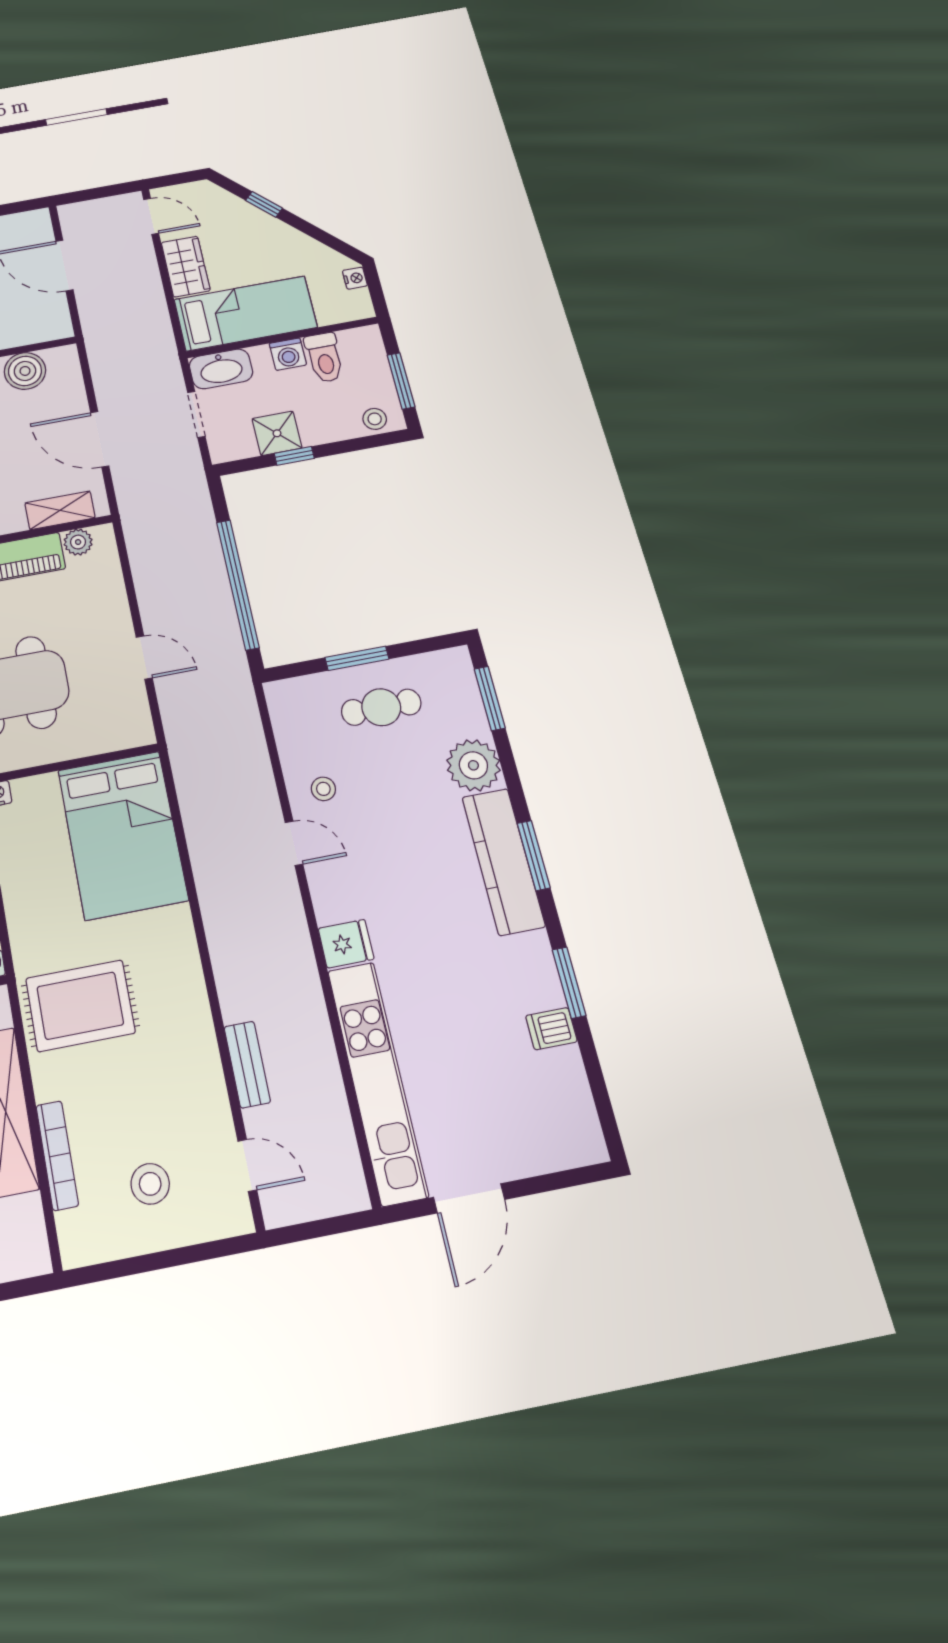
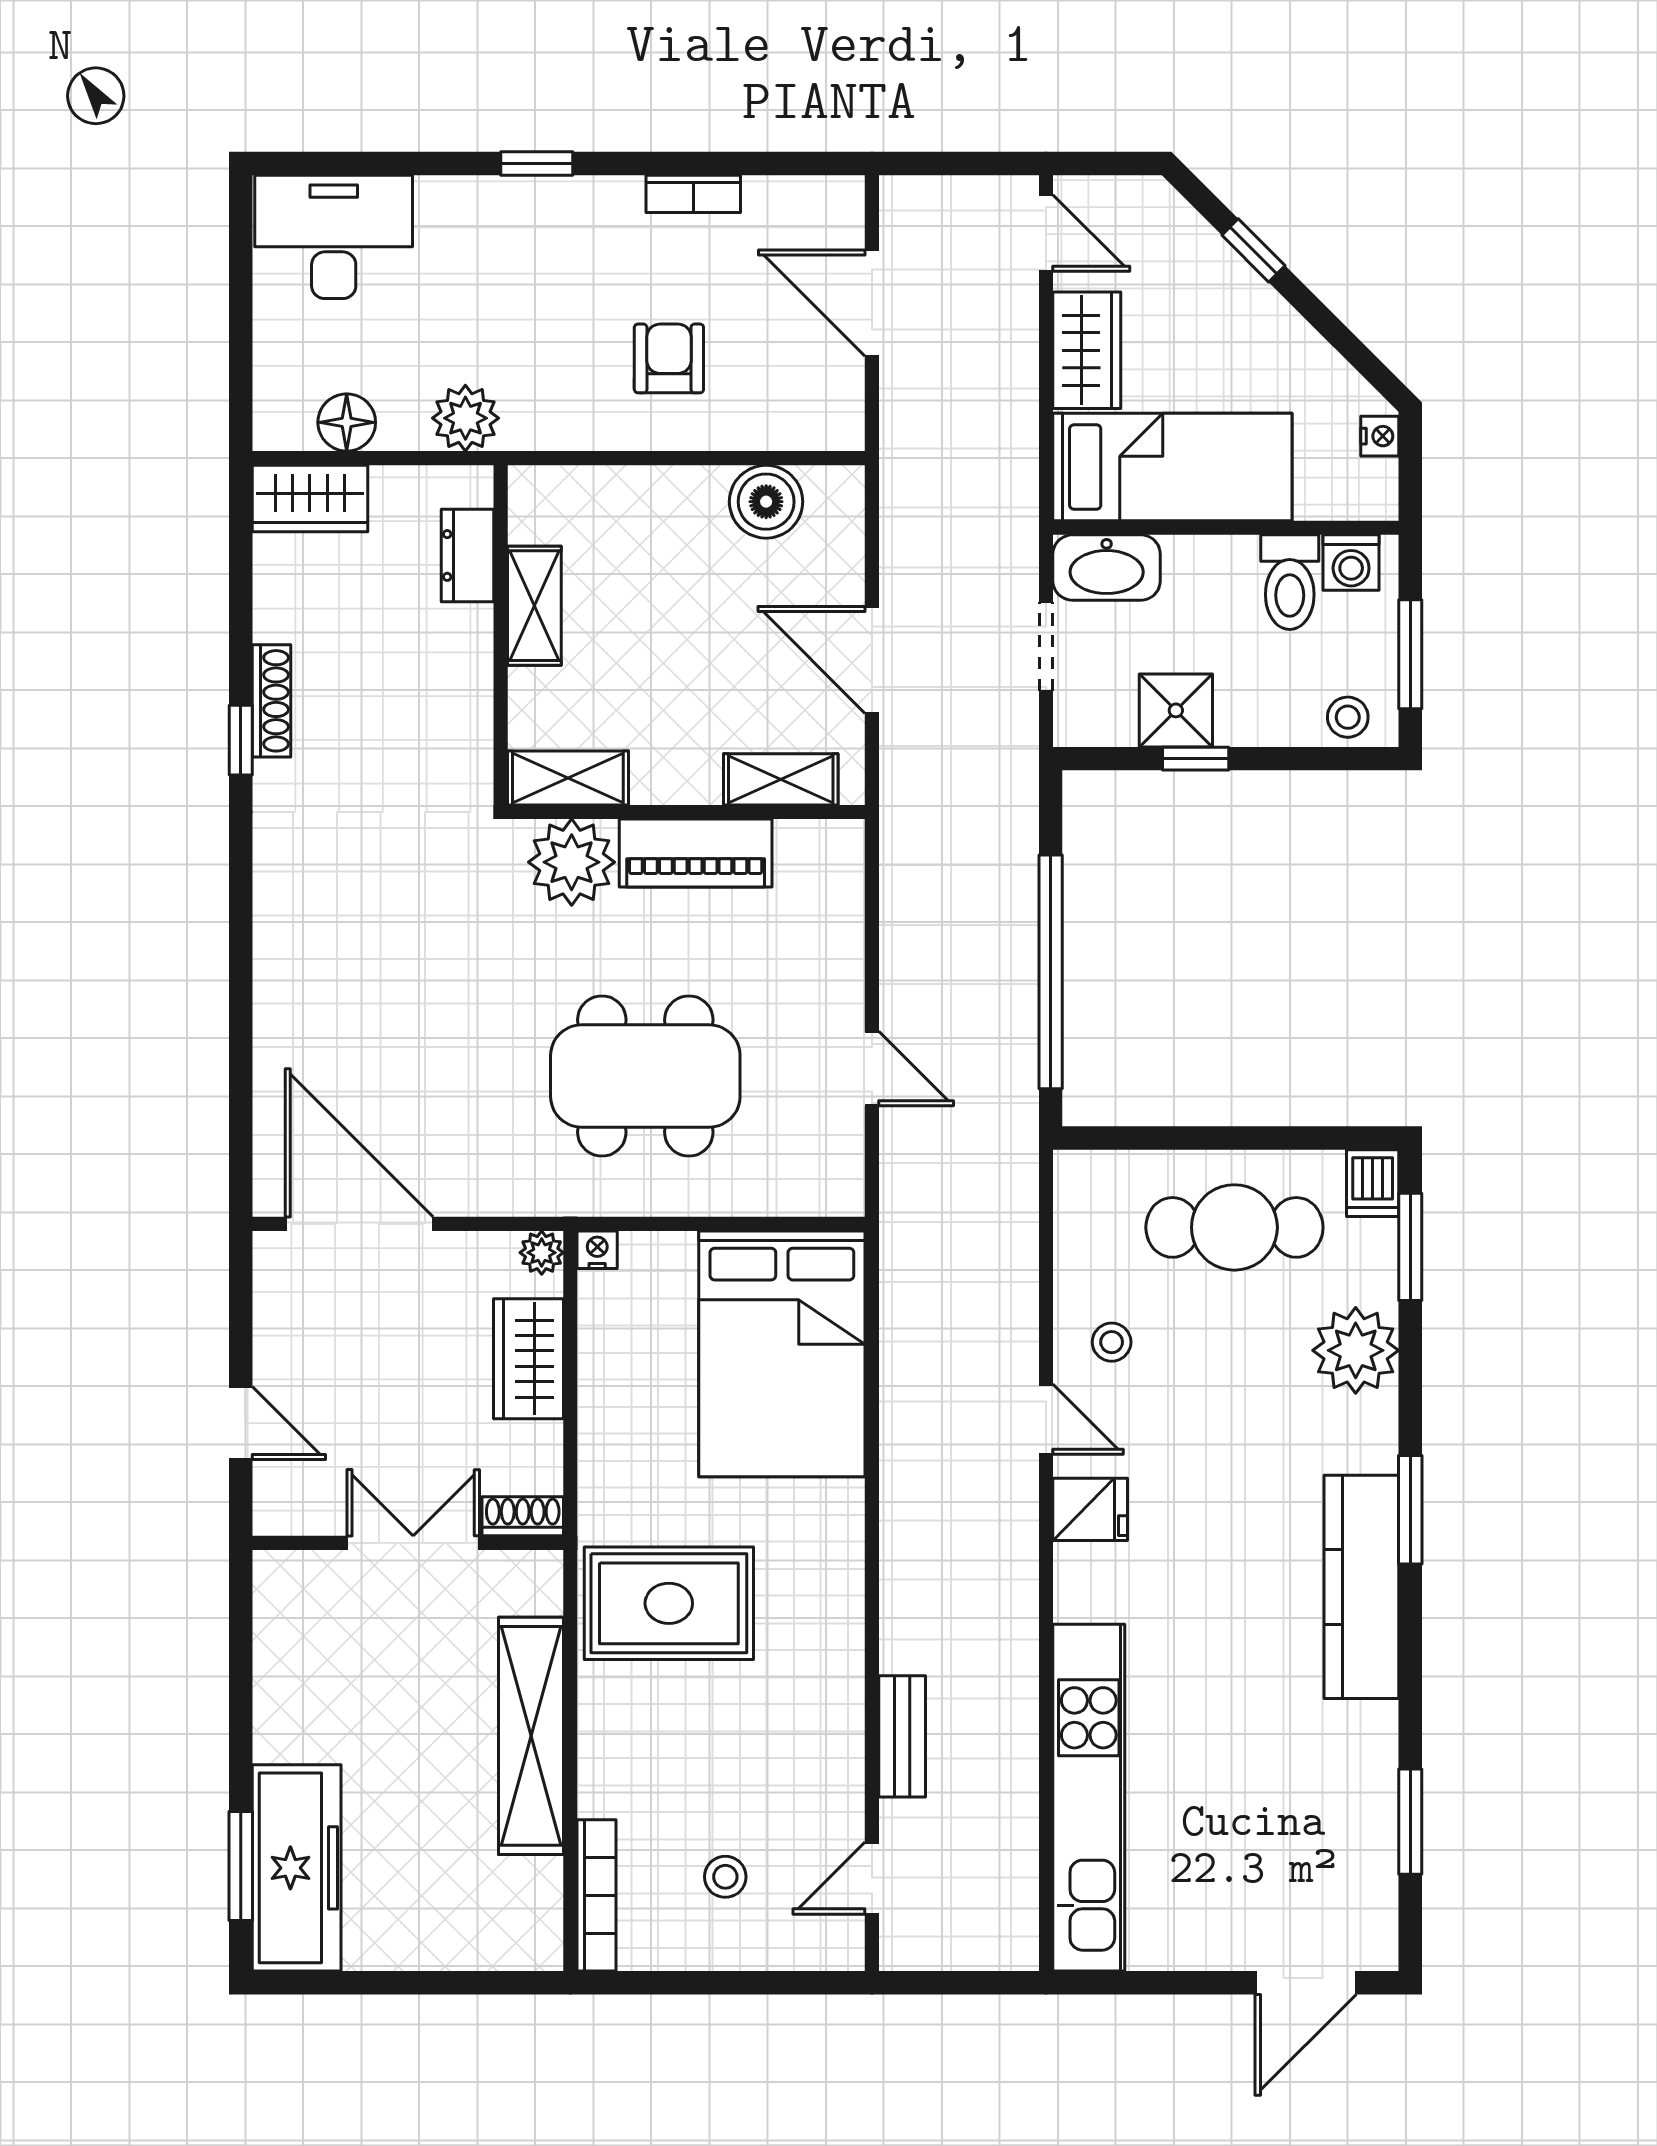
washing machine: (288, 354) -> (1351, 563), moved
plant: (78, 542) -> (801, 843), removed
window: (357, 658) -> (1215, 1138), removed
cafe table: (381, 707) -> (1234, 1227), width x1.37, depth x1.35
kitchen counter: (503, 861) -> (1361, 1587), moved
fridge: (346, 944) -> (1090, 1509), moved
window: (569, 983) -> (1410, 1822), moved
dishwasher: (551, 1029) -> (1373, 1183), moved, turned -90
bookcase: (57, 1155) -> (597, 1895), moved
door: (247, 1165) -> (872, 1878), swing flipped
stool: (150, 1184) -> (725, 1877), width x0.73, depth x0.73
door: (469, 1198) -> (1306, 1983), moved

